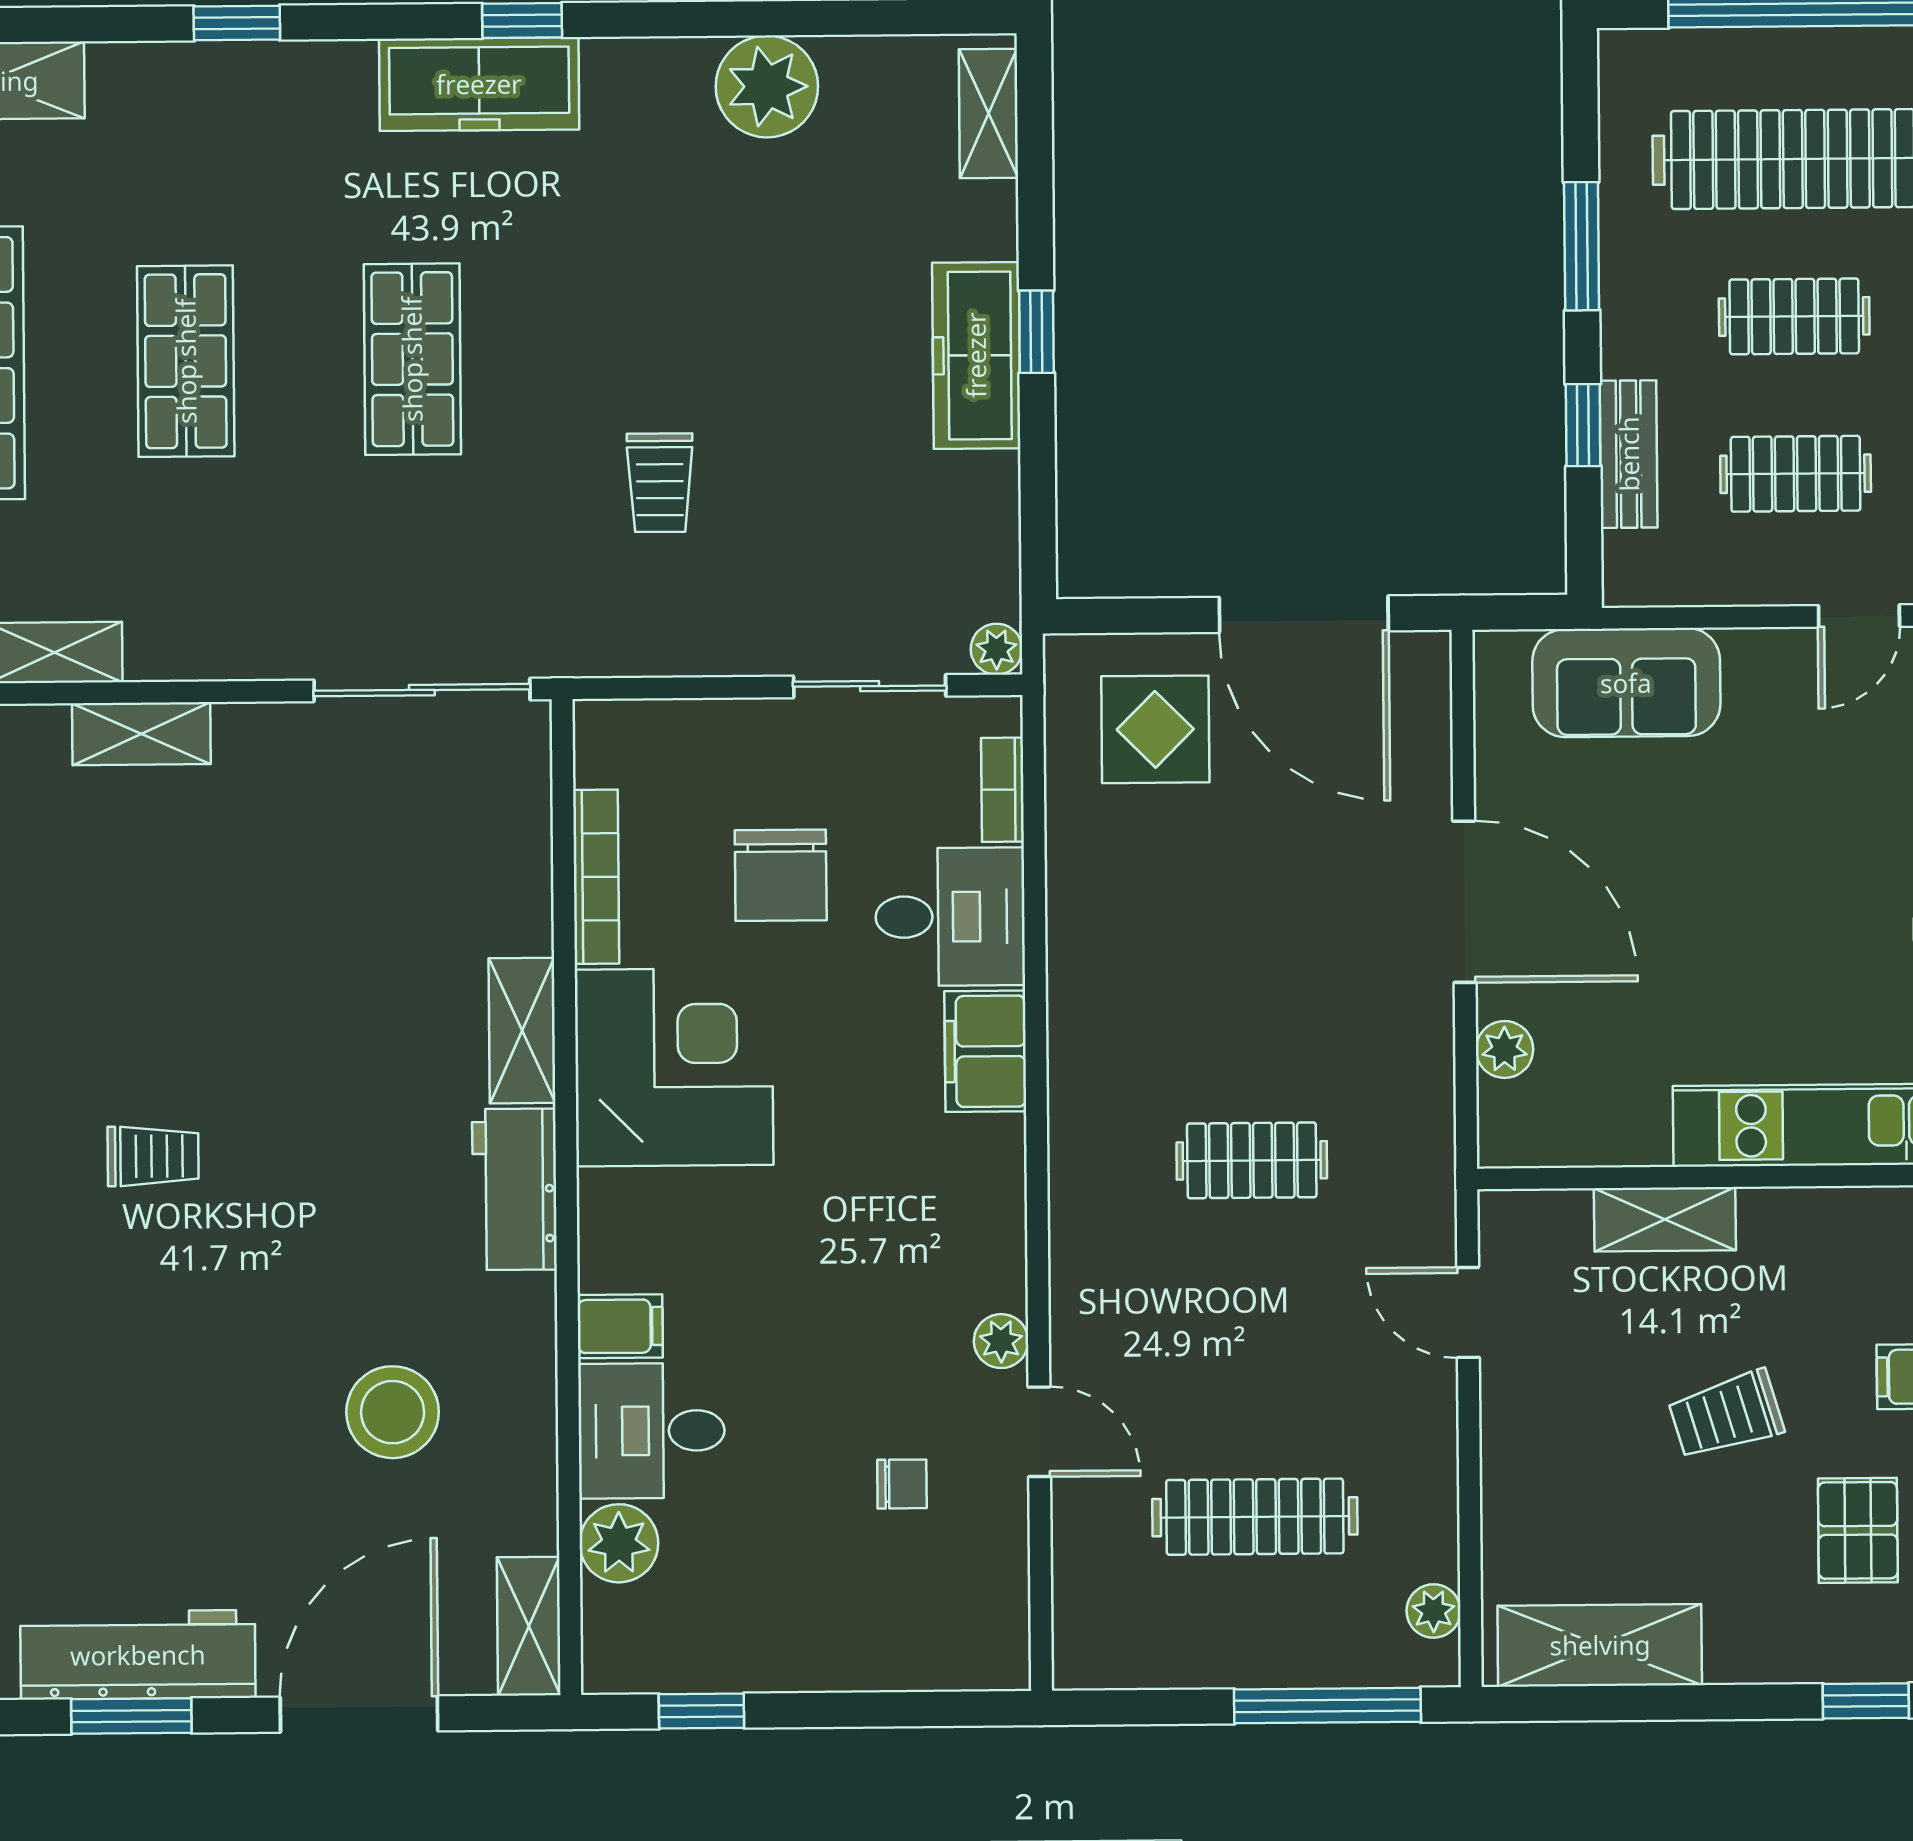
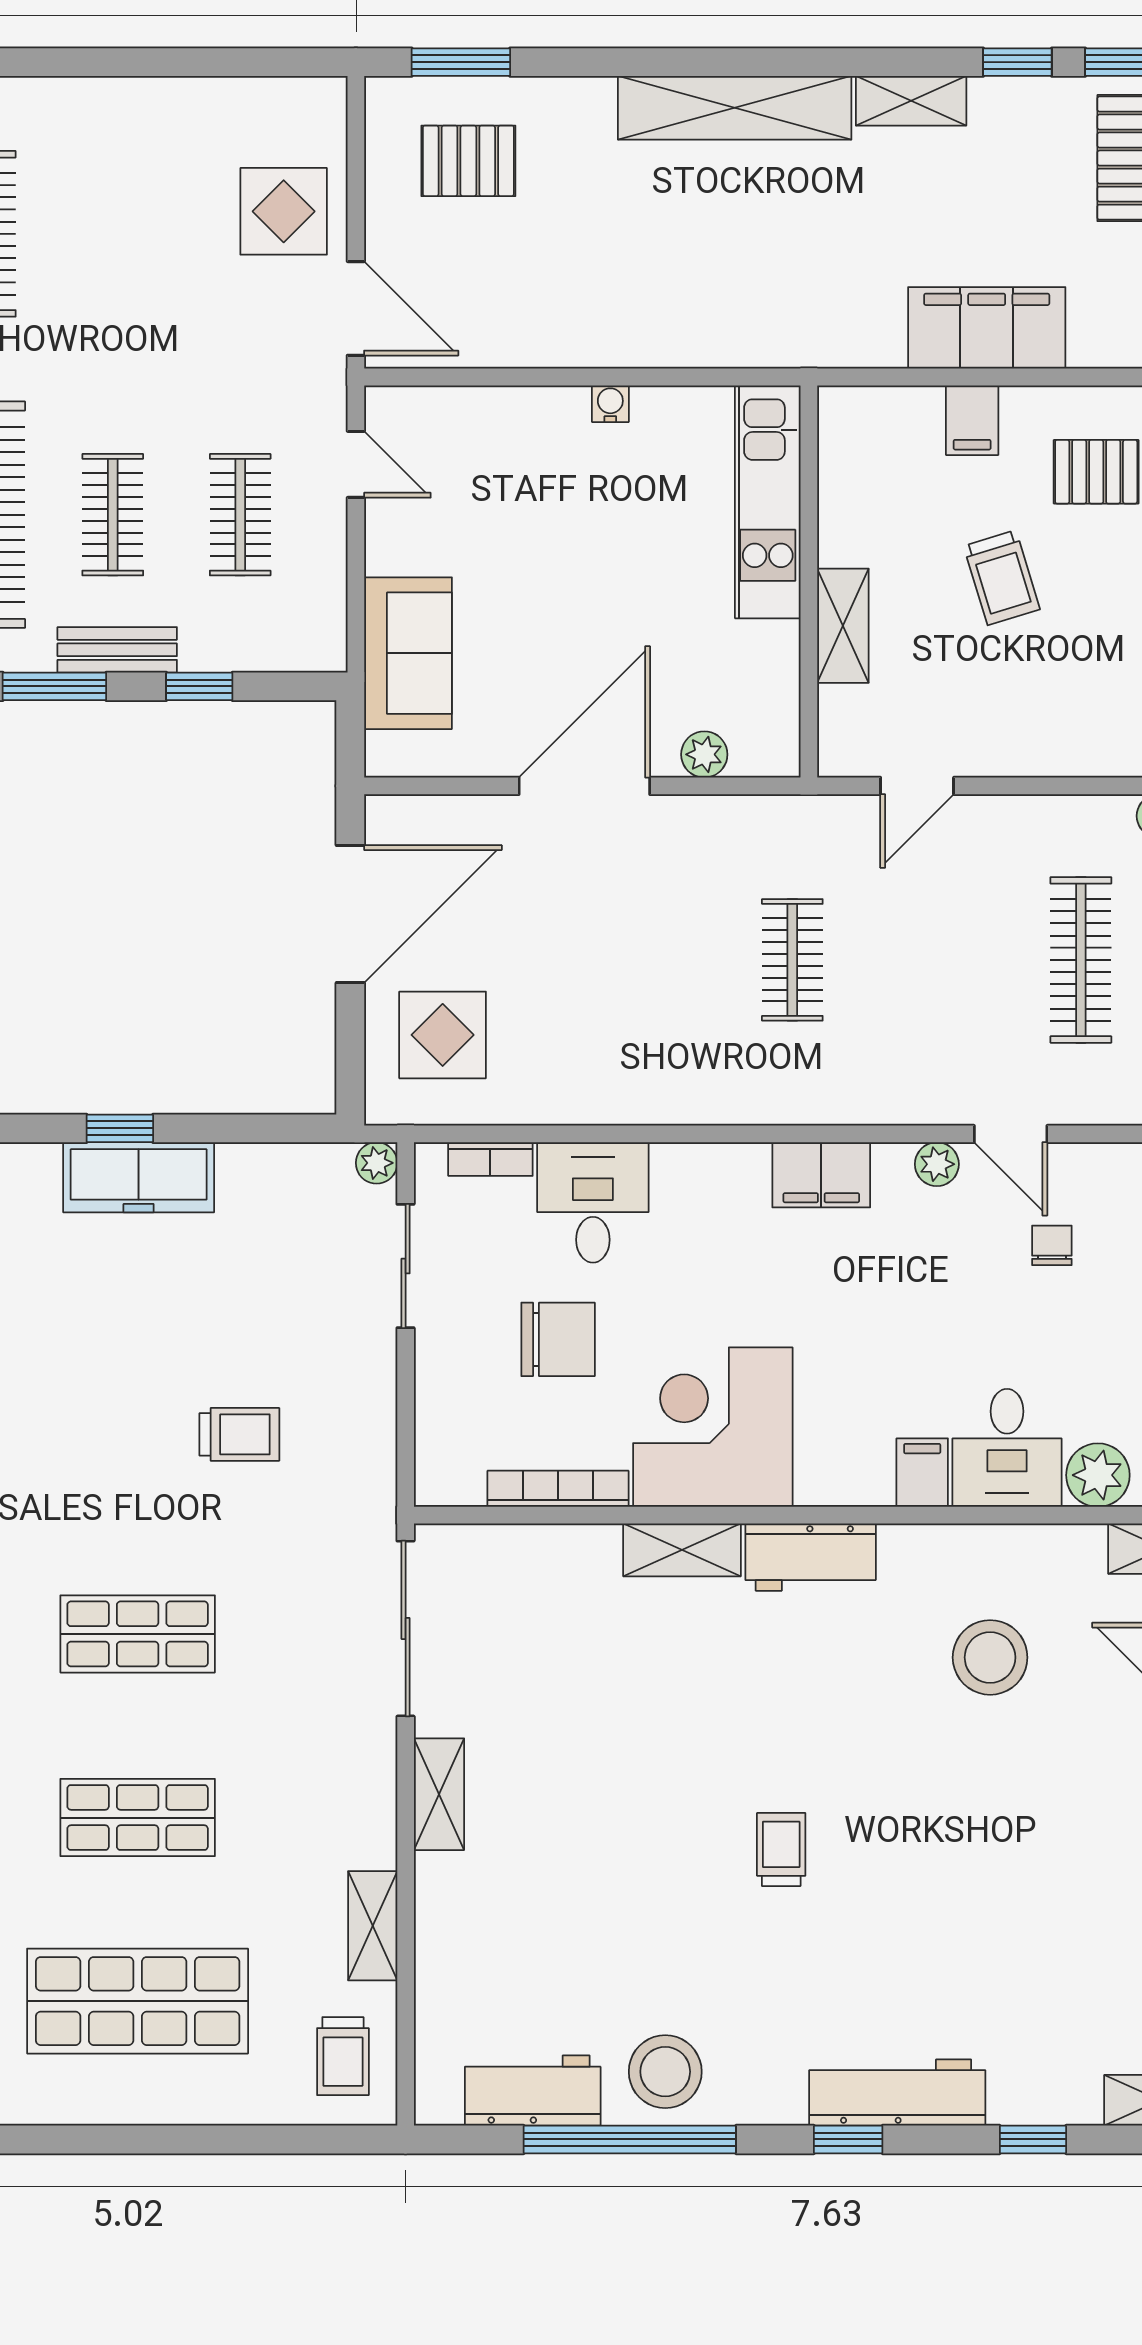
bench: (1629, 454) -> (117, 650), moved
shelving: (141, 734) -> (439, 1794), moved
filing cabinet: (985, 1051) -> (821, 1175), moved
door: (1039, 1432) -> (1011, 1134), swing flipped

